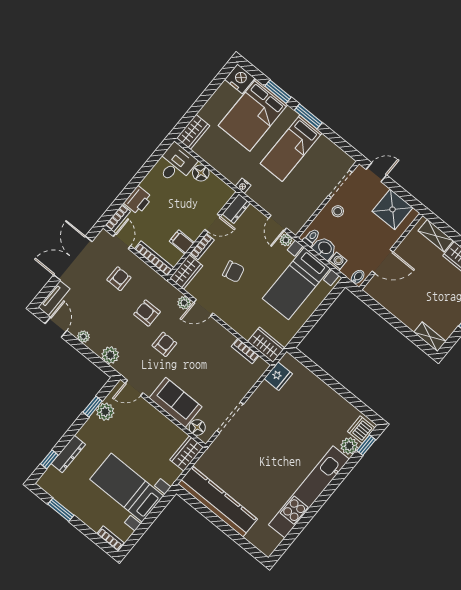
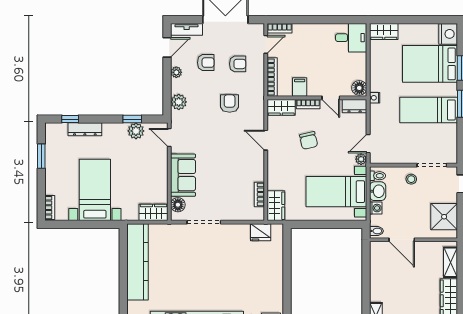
floor lamp: (201, 173) -> (359, 88), moved
printer: (138, 200) -> (304, 32), removed
plant: (184, 303) -> (258, 124), removed
armchair: (164, 344) -> (206, 63), moved

